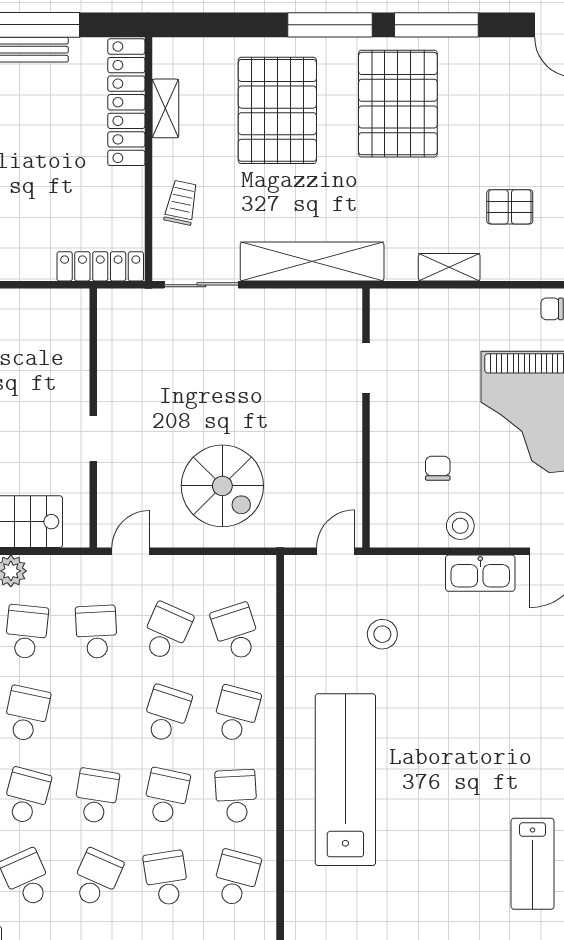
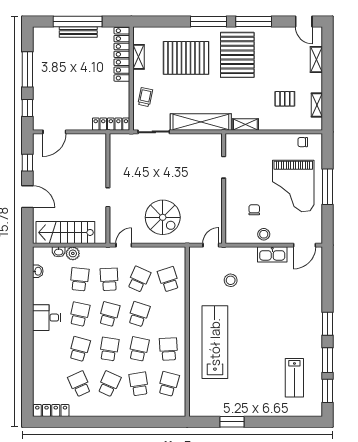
pallet: (277, 110) -> (186, 58), turned 90
shelving: (449, 267) -> (245, 124), moved
school desk: (236, 714) -> (109, 314), moved

